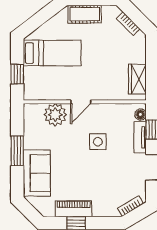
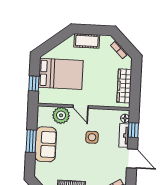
bed: (52, 53) -> (61, 74), width x1.50
wardrobe: (137, 79) -> (124, 86), width x1.50
door: (81, 102) -> (81, 107), hinge flipped
sofa: (37, 173) -> (46, 144), moved

